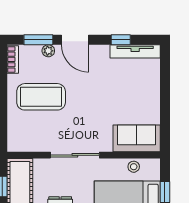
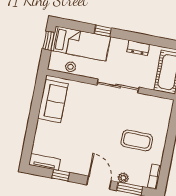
tv unit: (135, 51) -> (45, 162), width x0.71
coffee table: (41, 97) -> (137, 140), width x0.73, depth x0.76
sofa: (137, 138) -> (53, 101), moved, turned -90

